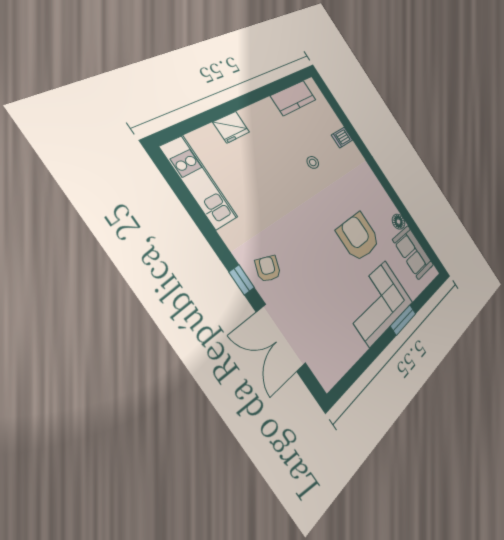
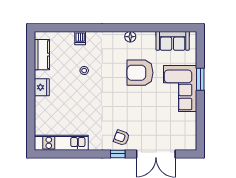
fridge: (231, 127) -> (42, 87), moved
floor lamp: (398, 222) -> (130, 37), moved

